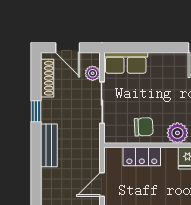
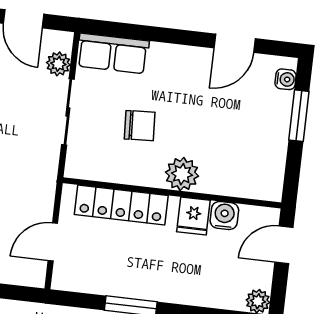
chair: (144, 127) -> (140, 126), moved
locker: (142, 157) -> (121, 205), width x1.53

